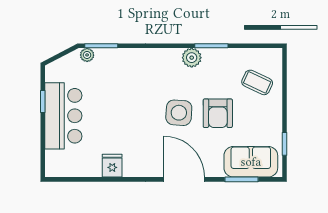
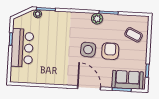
armchair: (218, 113) -> (110, 51), turned 180
fridge: (112, 166) -> (48, 78), removed

